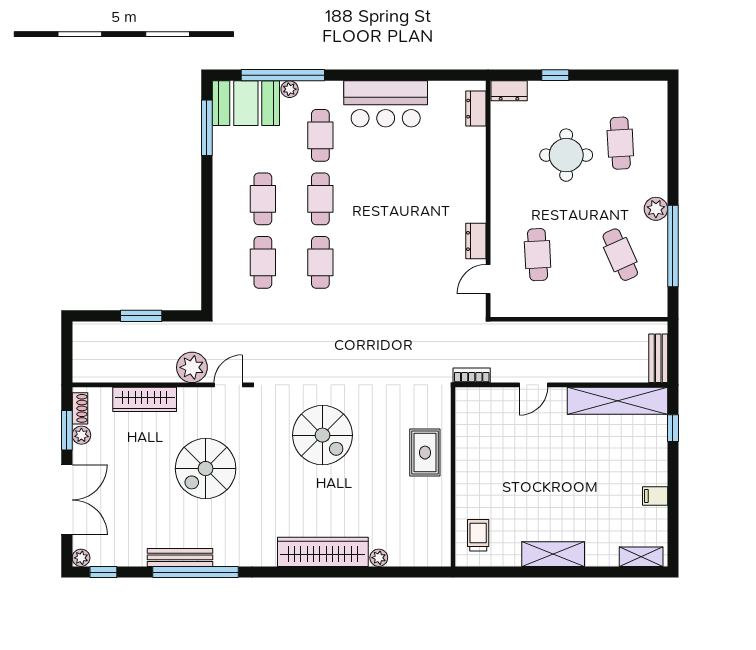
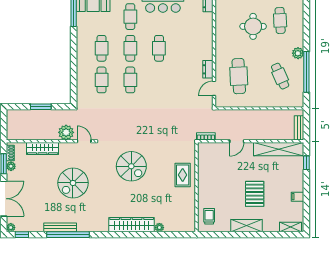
cafe table: (378, 199) -> (159, 48), added
cafe table: (538, 255) -> (239, 76), width x1.37, depth x1.35
door: (228, 385) -> (84, 141), hinge flipped
pallet: (569, 490) -> (255, 194), added

